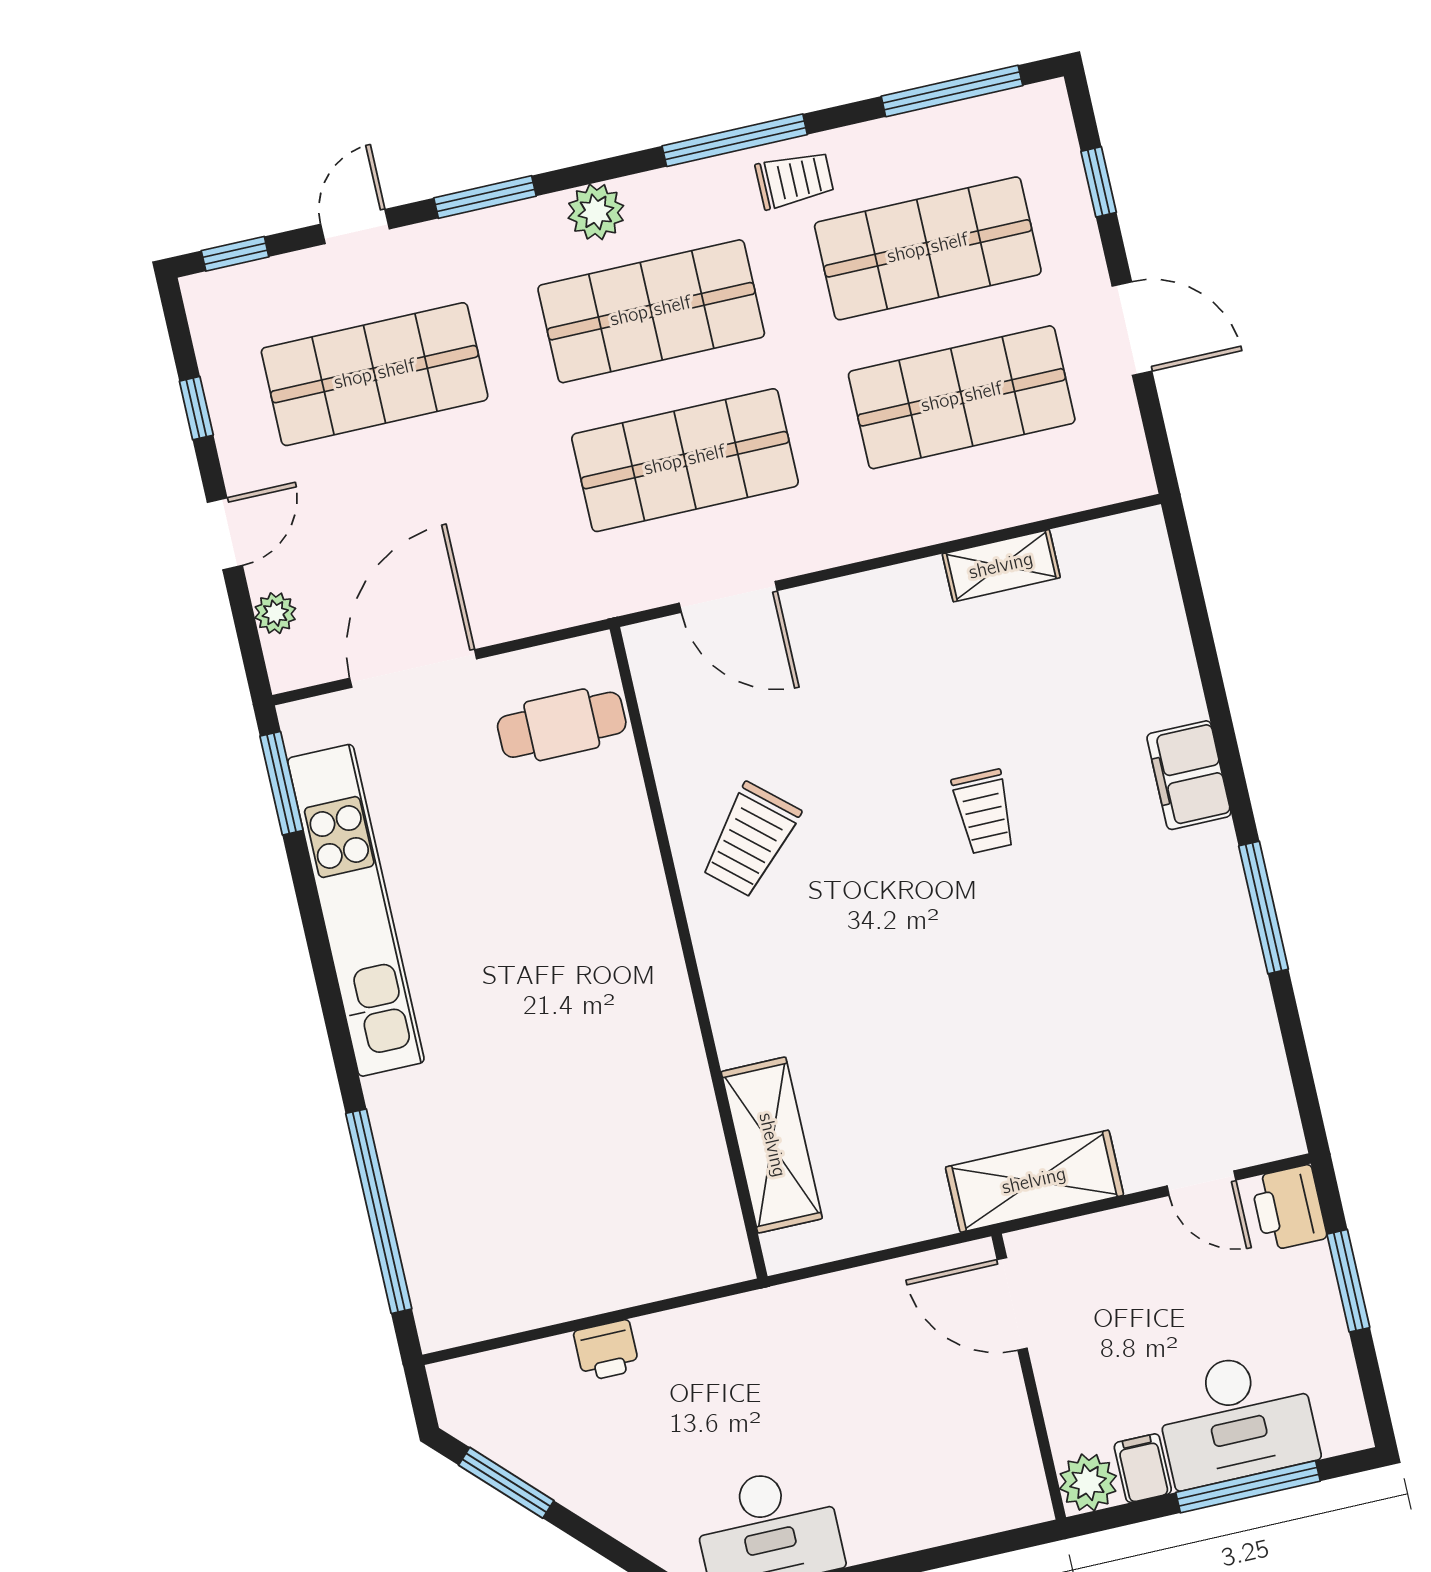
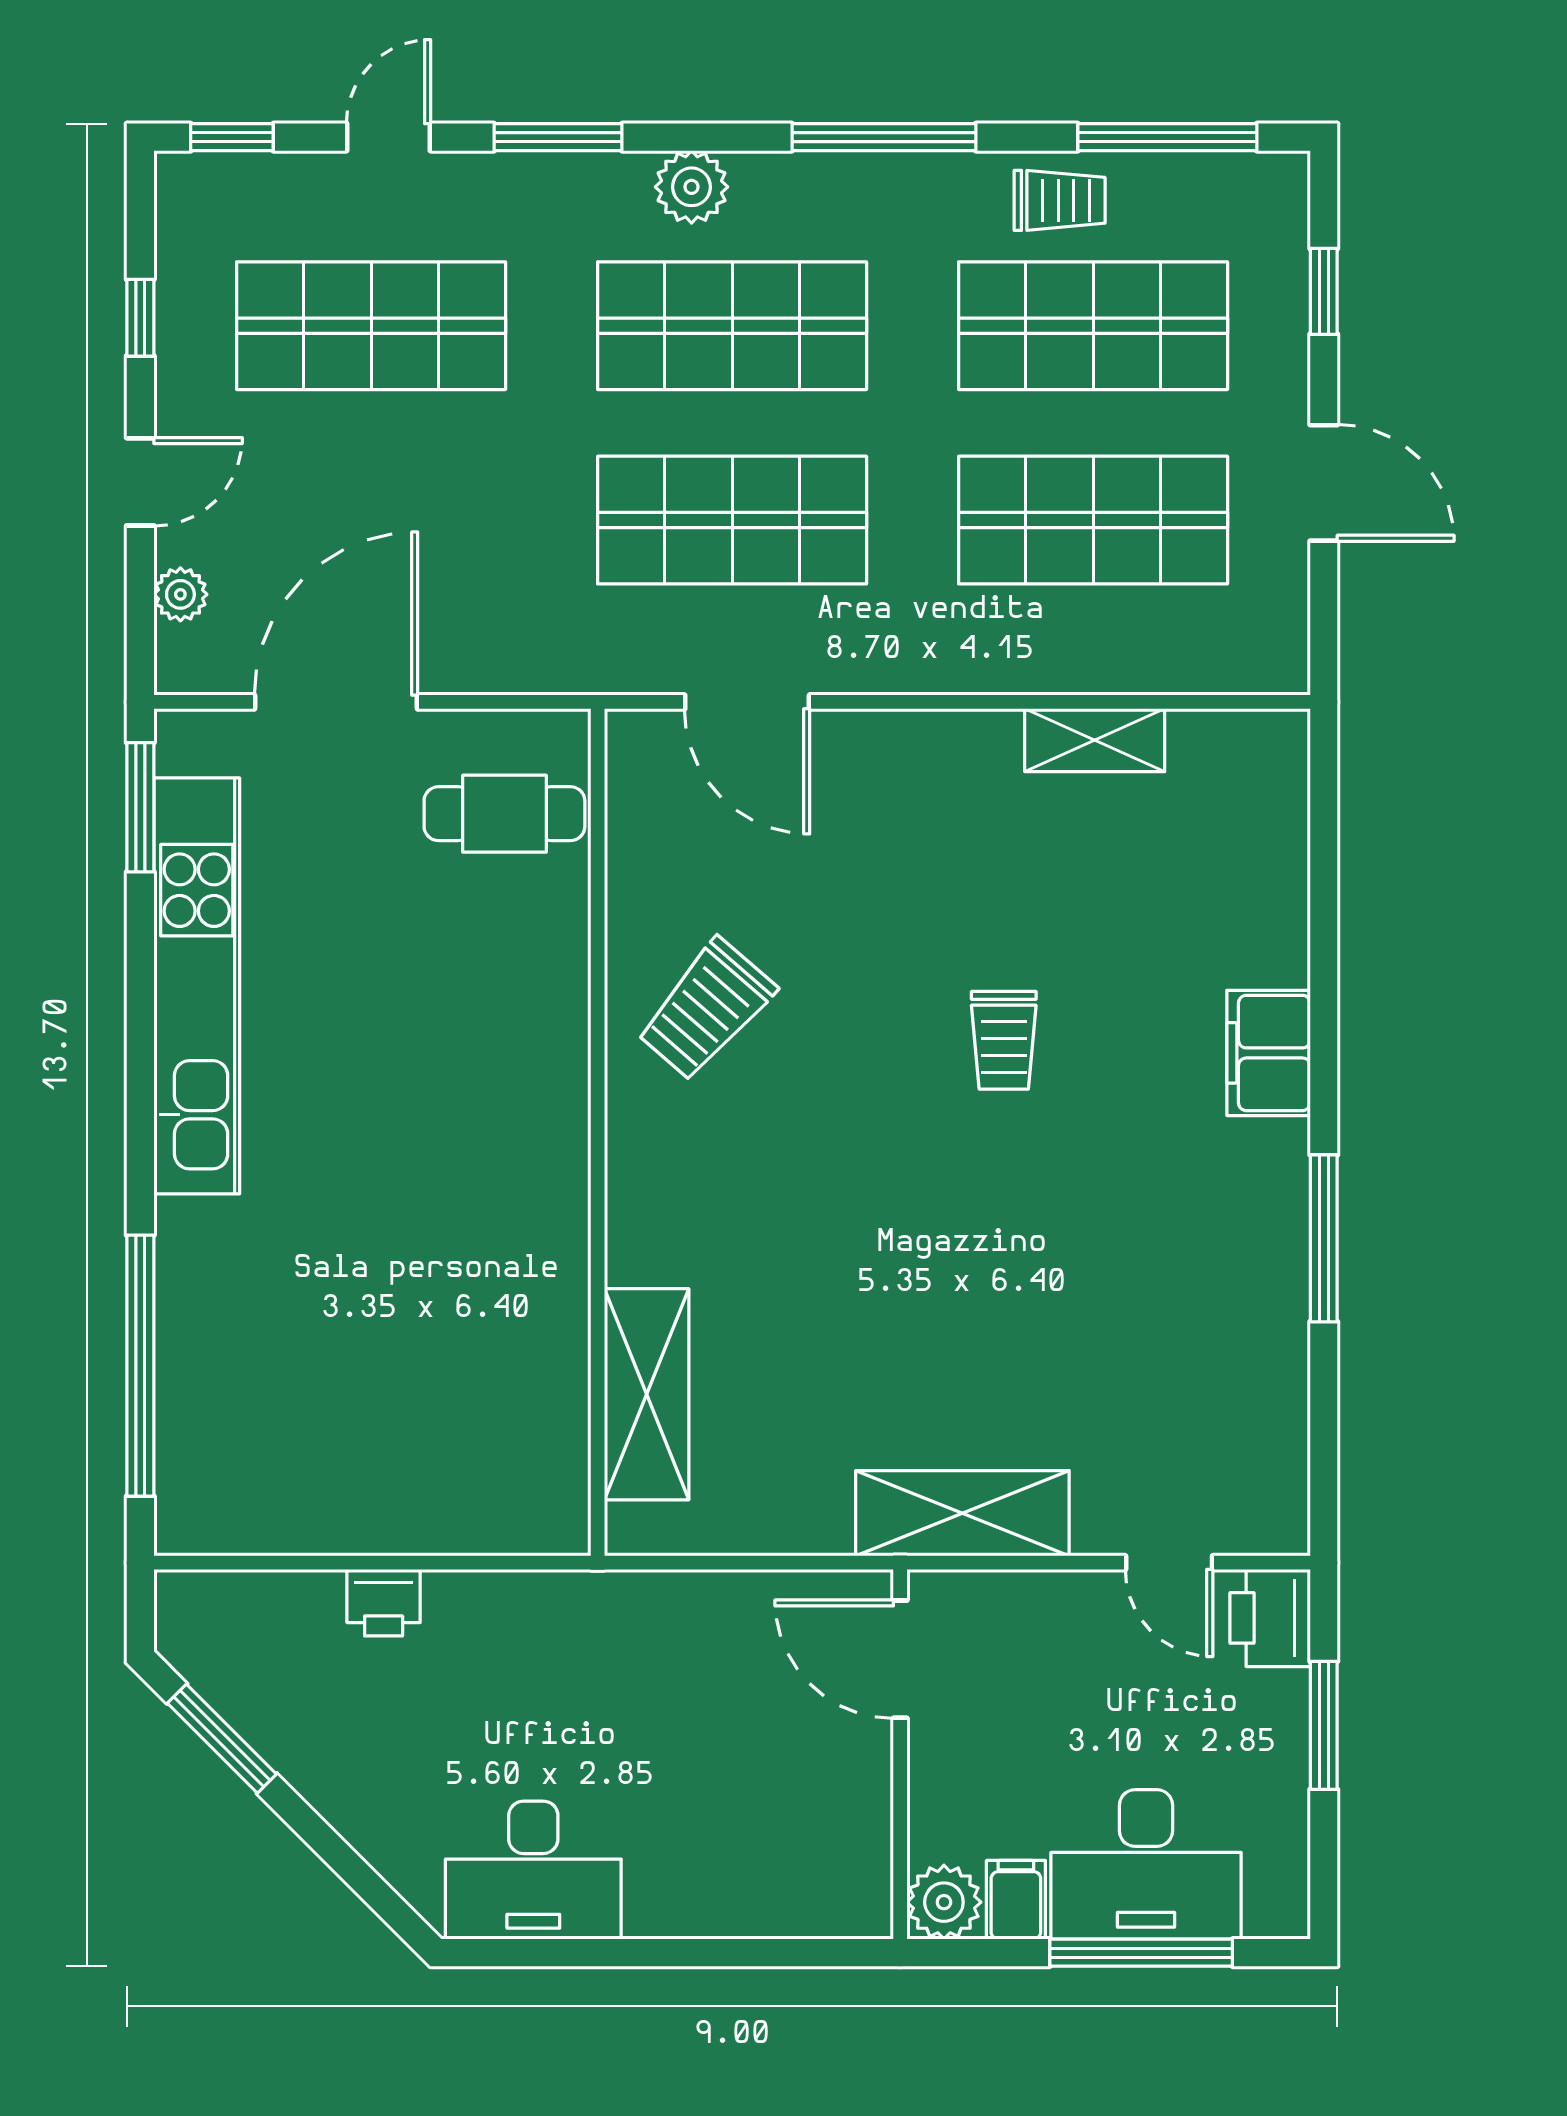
trolley: (794, 180) -> (1060, 200), moved

